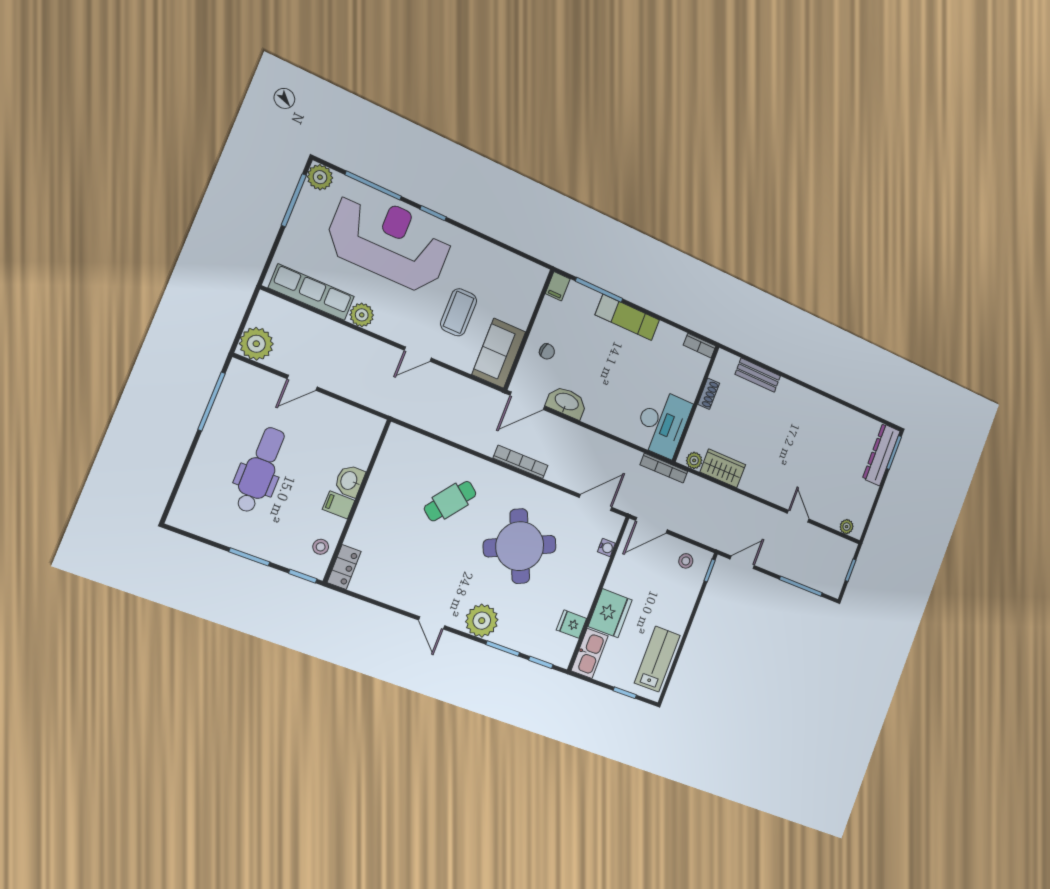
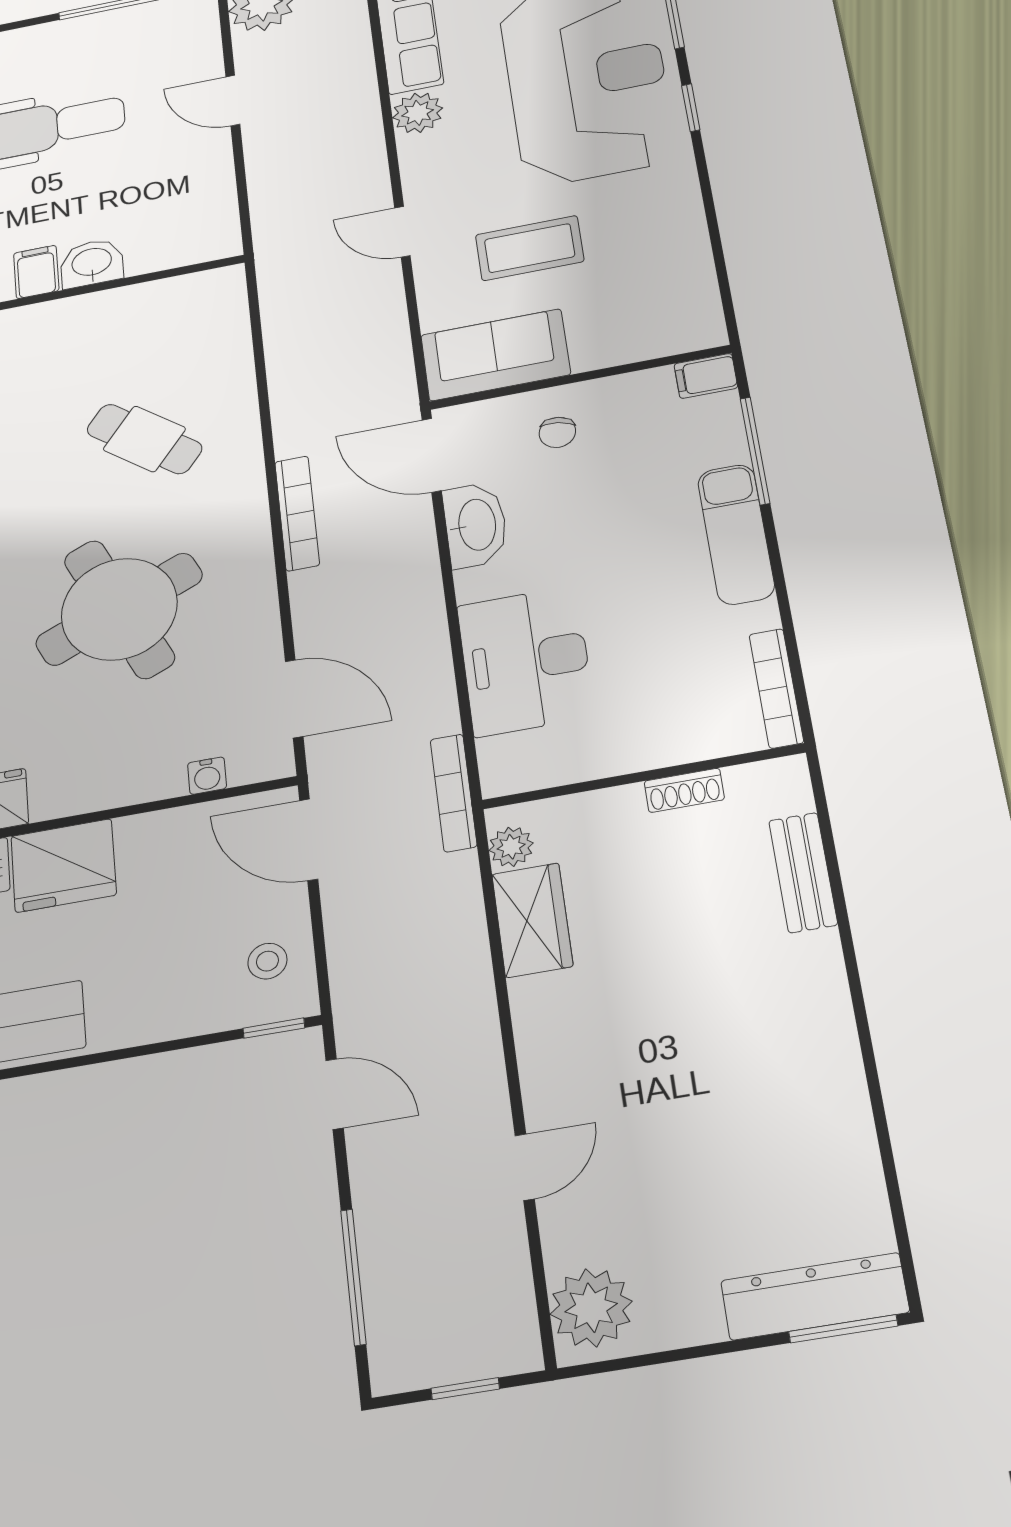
bookcase: (699, 346) -> (776, 688), width x1.56
desk: (662, 423) -> (525, 661), moved, turned 90
plant: (847, 527) -> (591, 1308), width x1.88, depth x1.88

